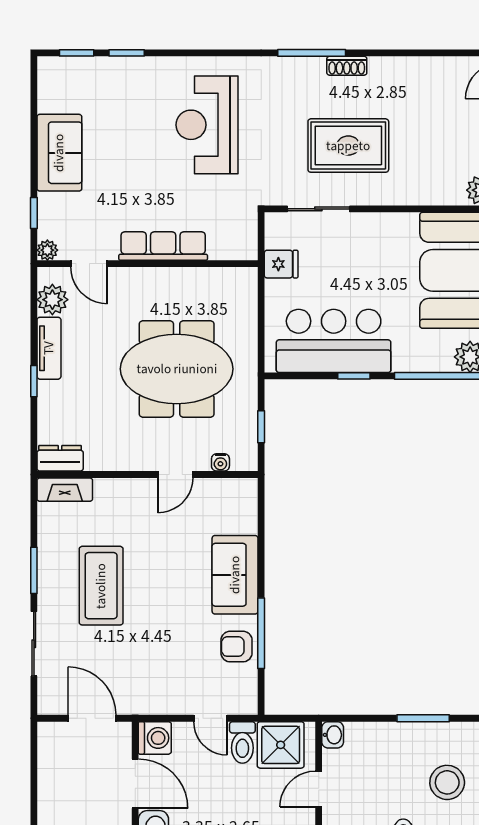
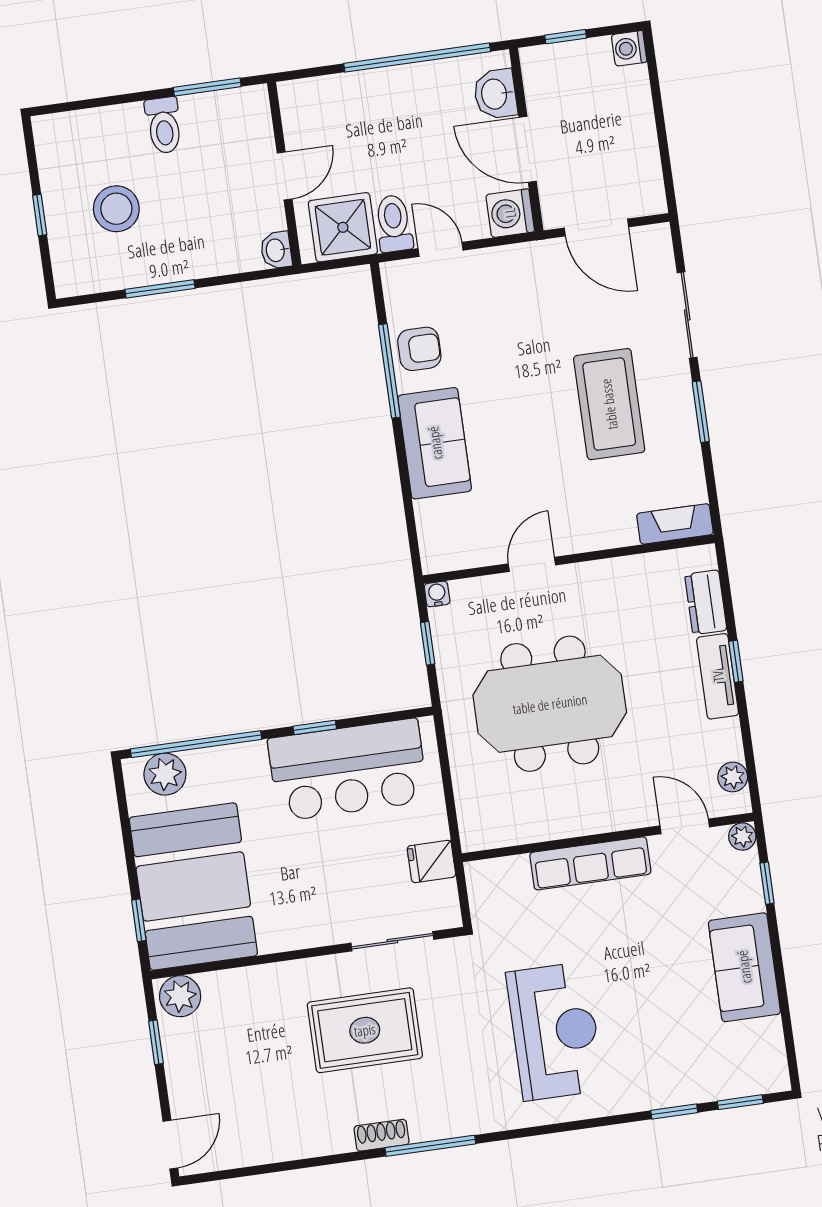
plant: (52, 300) -> (733, 777), width x0.73, depth x0.73
tv unit: (49, 348) -> (718, 676), moved
dresser: (60, 458) -> (706, 602), moved, turned 90
water cooler: (220, 462) -> (437, 594), moved

